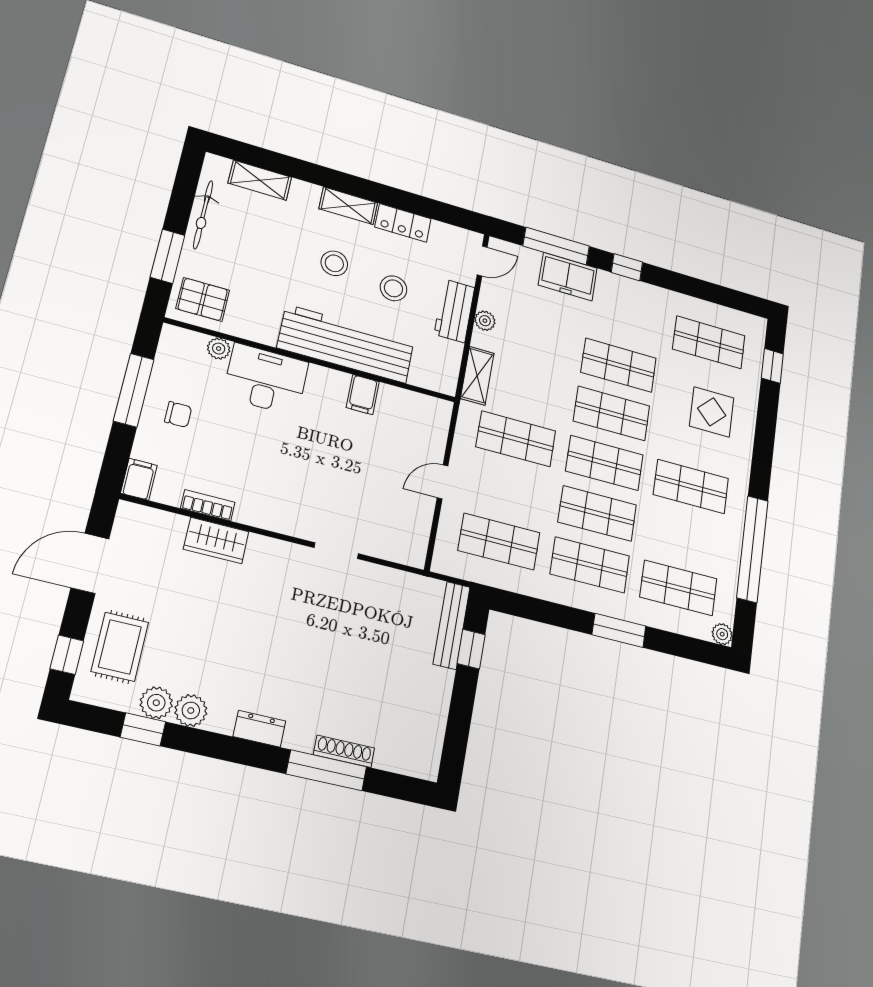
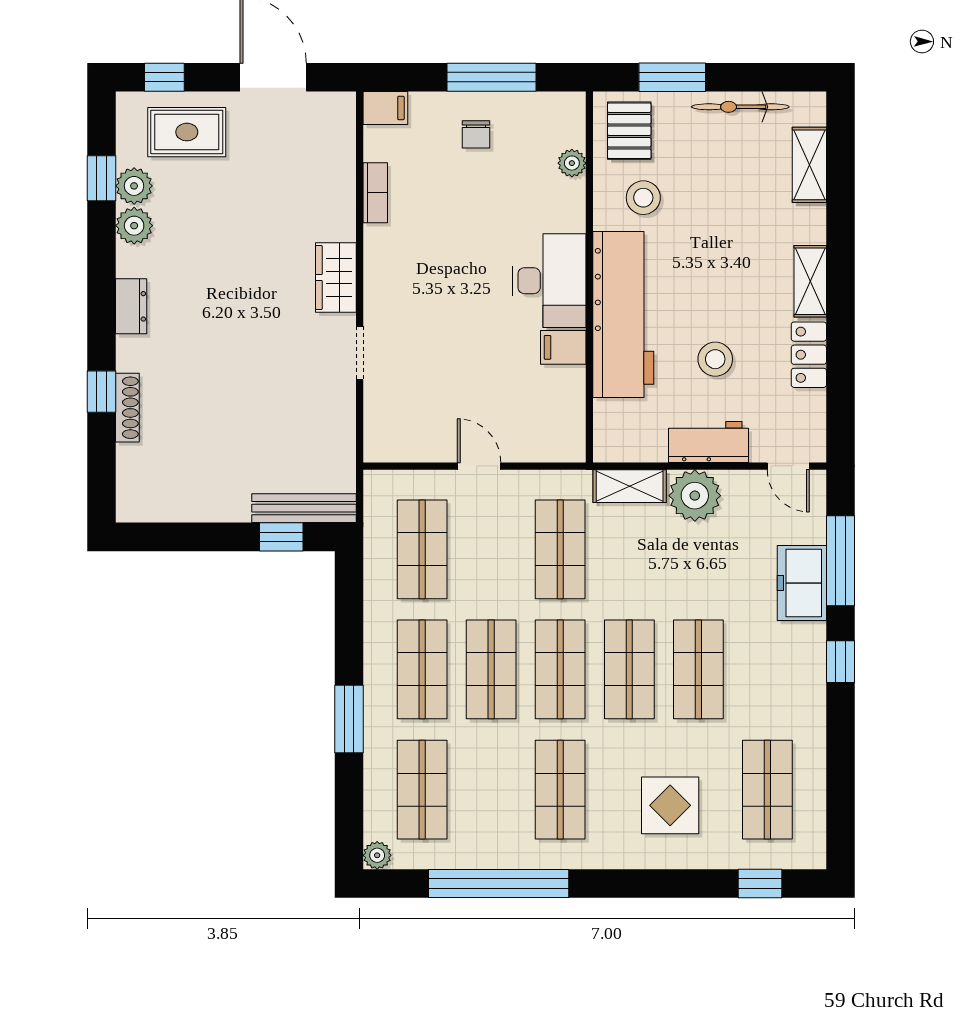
stool: (334, 263) -> (643, 198), moved
plant: (485, 321) -> (695, 496), width x1.87, depth x1.87
desk: (266, 379) -> (549, 281), moved
wardrobe: (216, 540) -> (336, 277), moved
window: (326, 770) -> (101, 392), width x0.46

